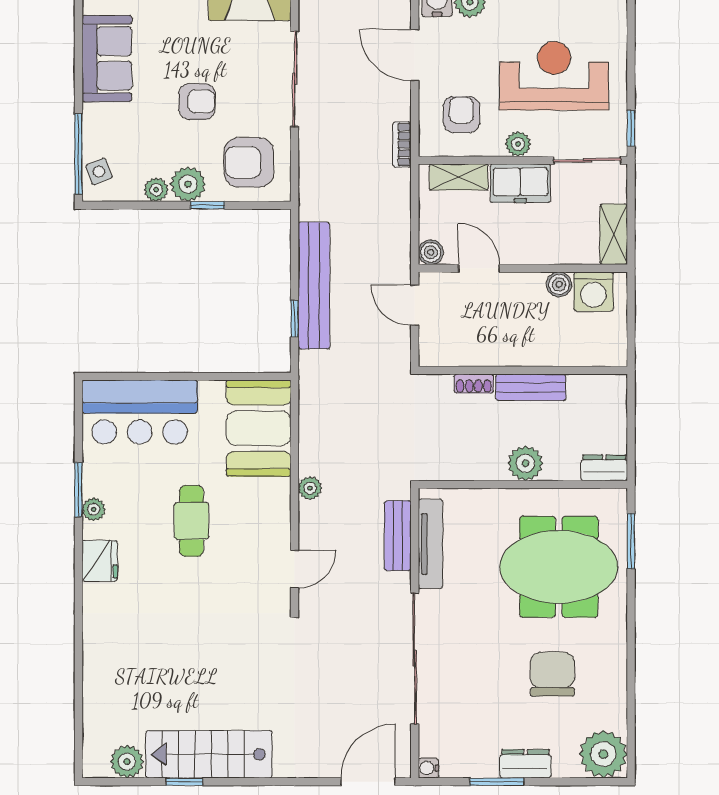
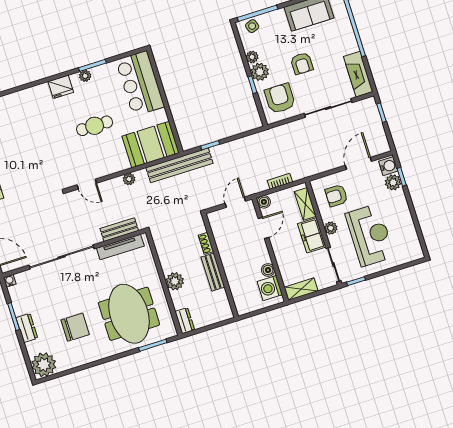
armchair: (461, 115) -> (336, 196), turned 180
bookcase: (402, 145) -> (280, 181), moved
bench: (314, 286) -> (179, 165), moved

